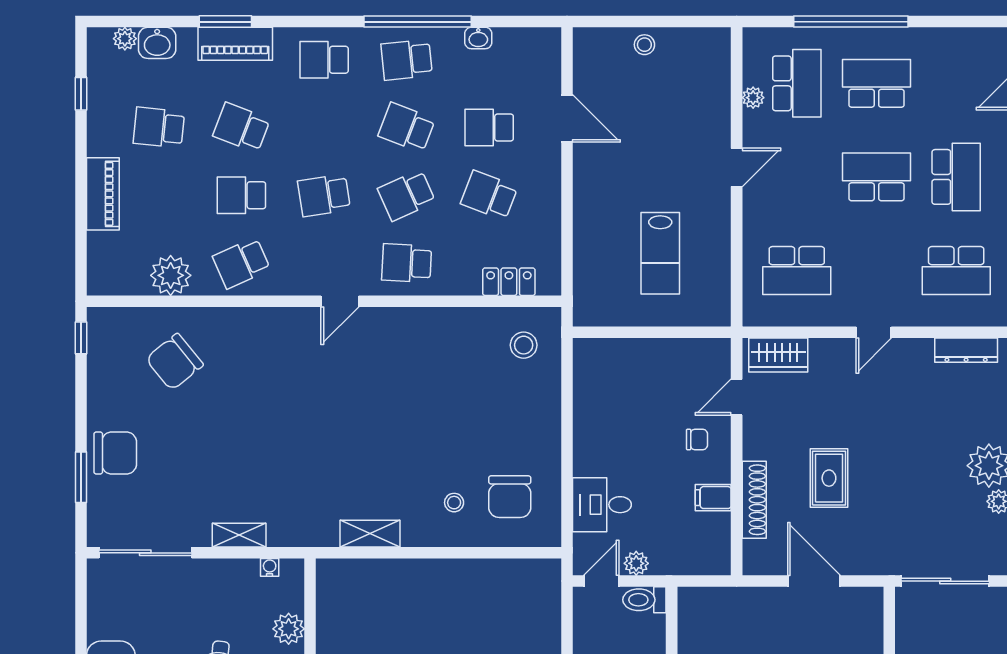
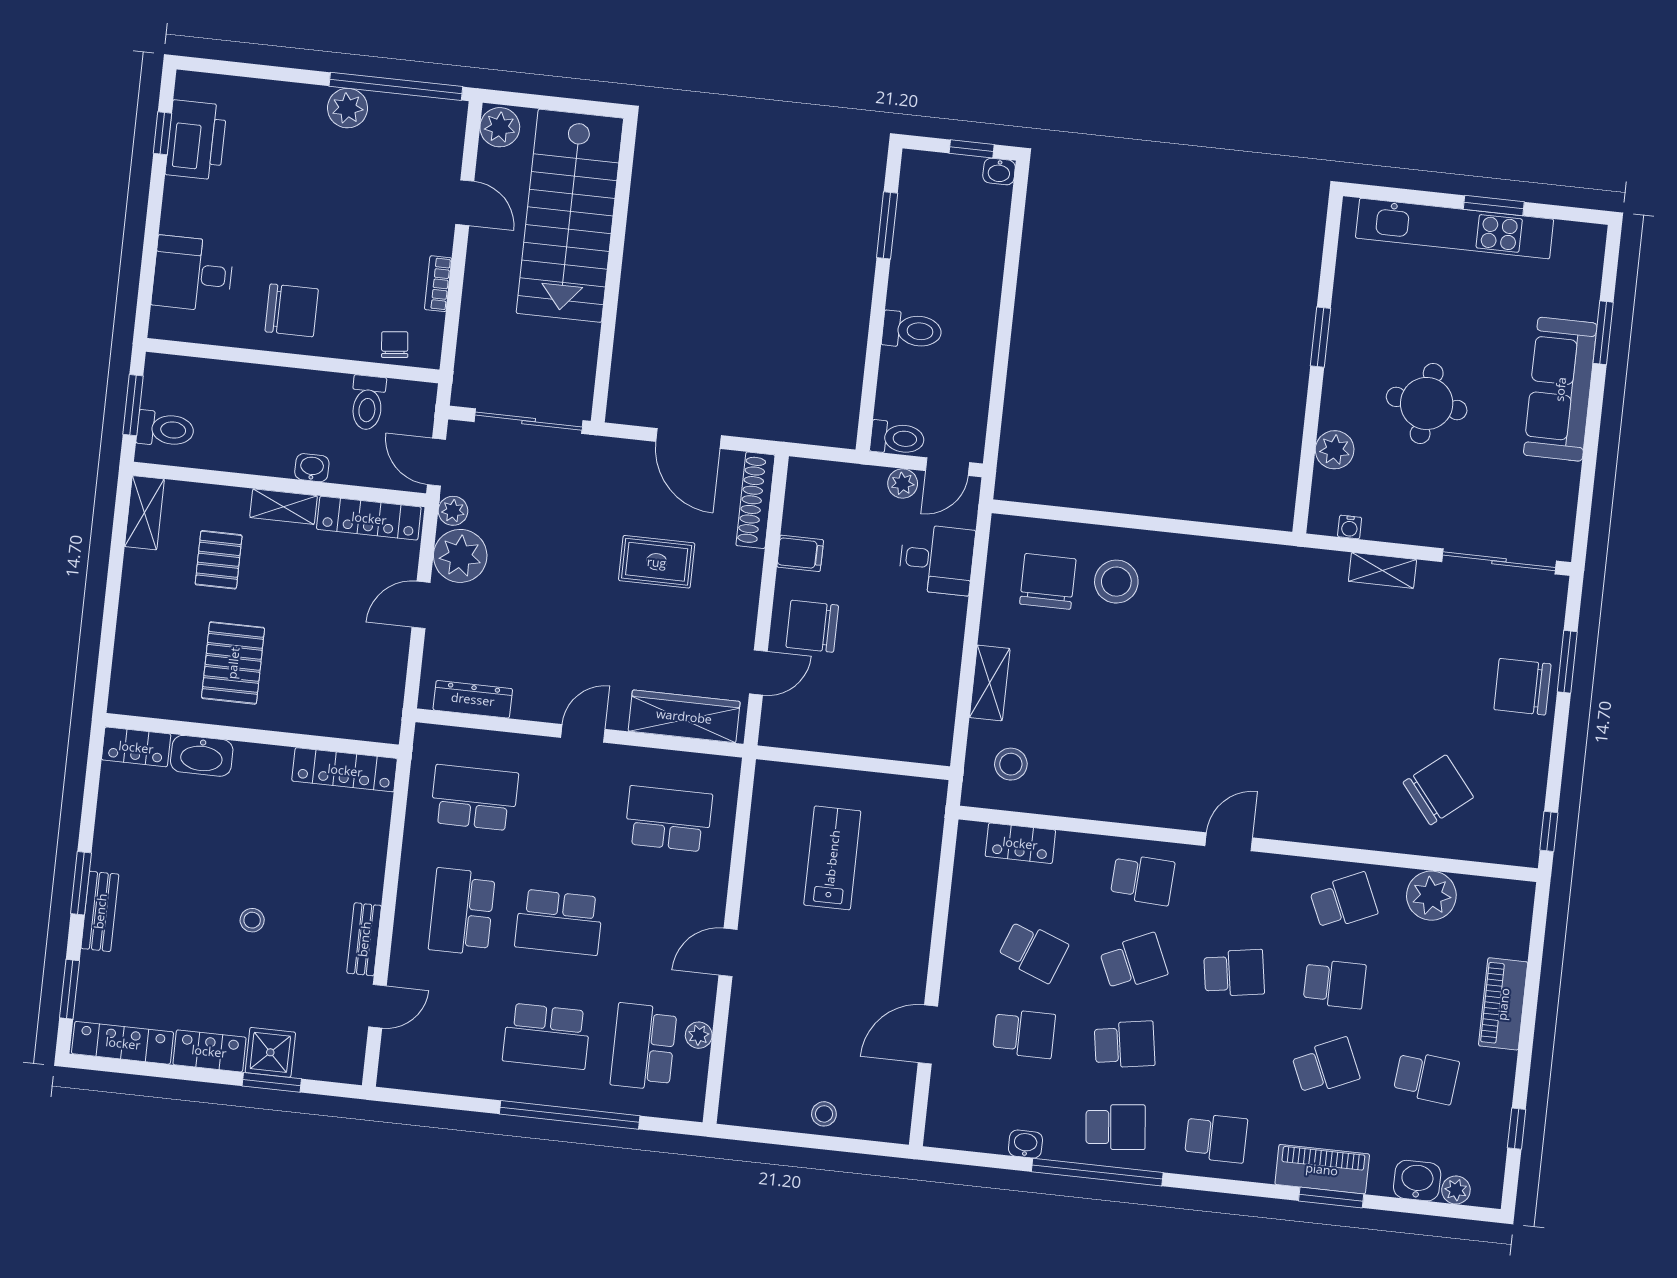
door: (567, 118) -> (928, 1034), hinge flipped
school desk: (241, 128) -> (1326, 1066), turned -45
school desk: (407, 128) -> (1125, 1045), turned -30
wardrobe: (778, 355) -> (684, 716), width x1.50
chair: (697, 439) -> (812, 626), width x1.87, depth x1.87
rug: (829, 478) -> (657, 562), turned 90
shoe rack: (754, 500) -> (755, 500), moved
stool: (454, 503) -> (1116, 582), width x1.89, depth x1.89
shelving: (370, 534) -> (990, 683), moved, turned 90

